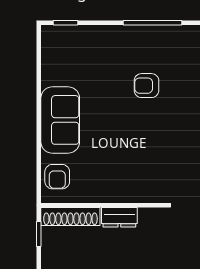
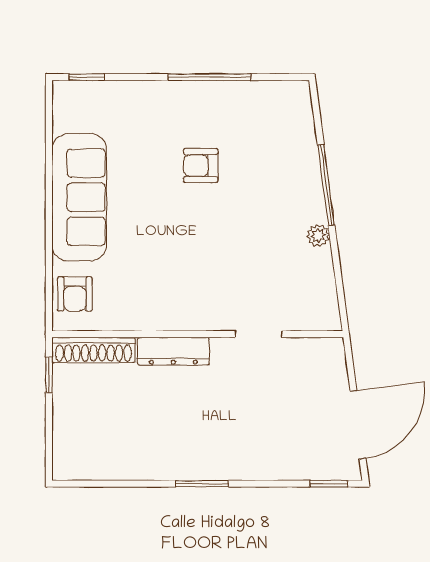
sofa: (60, 120) -> (79, 197), width x1.36
dresser: (119, 217) -> (173, 351), width x1.44

